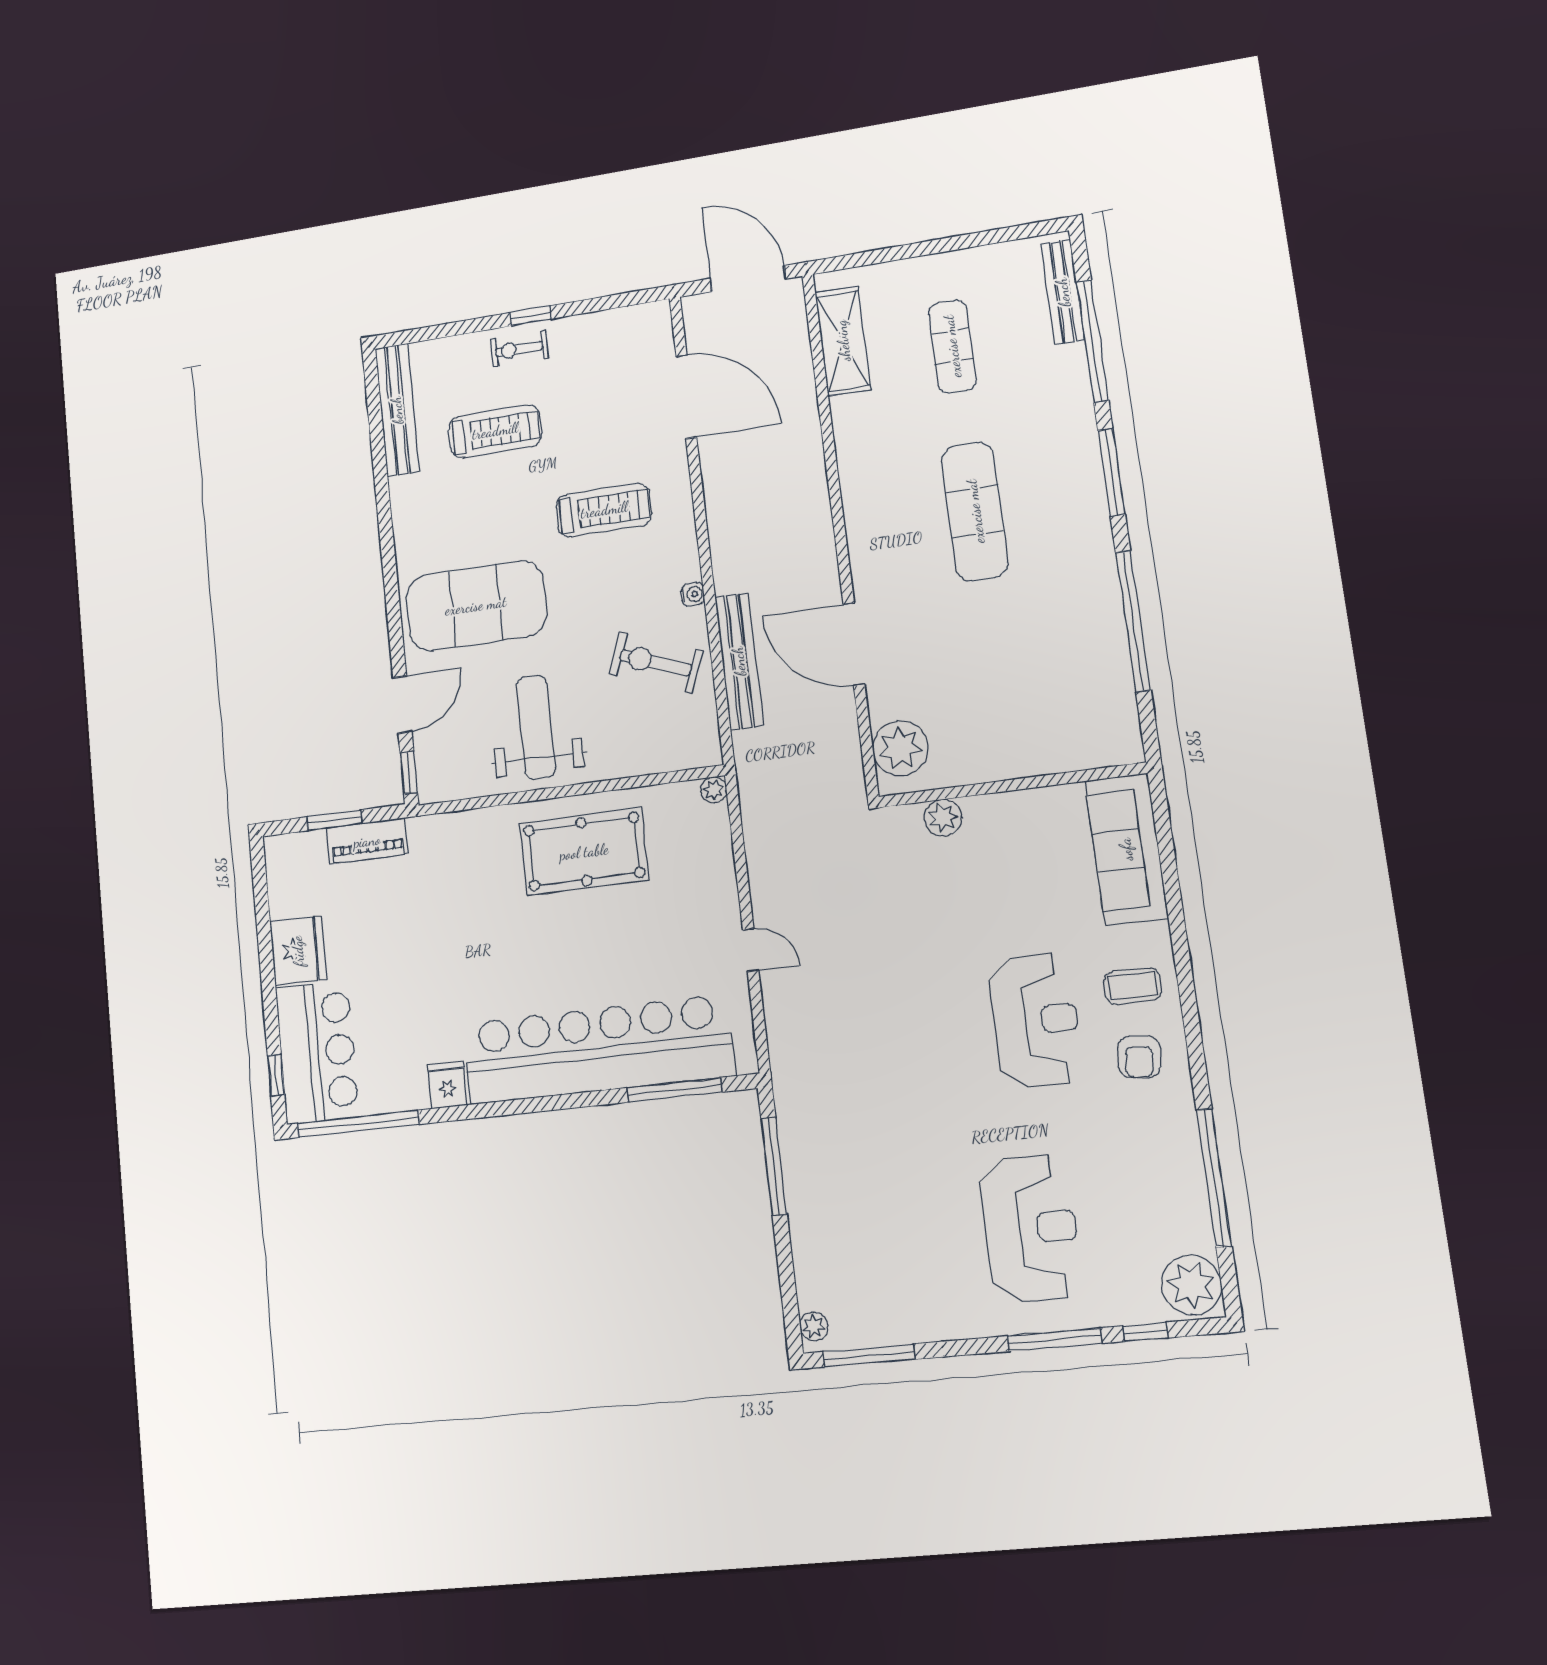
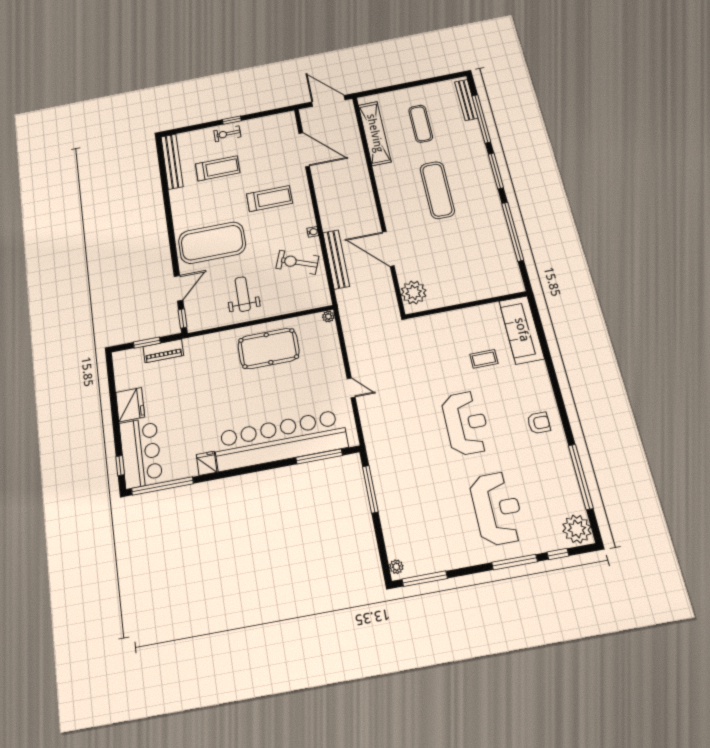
shelving: (843, 341) -> (375, 133), width x1.47
weight bench: (536, 727) -> (243, 294), width x0.73, depth x0.75
plant: (943, 818) -> (436, 322), removed
coffee table: (1133, 986) -> (484, 359), moved
reception desk: (1035, 1021) -> (466, 423), moved
armchair: (1139, 1057) -> (539, 423), turned -96

